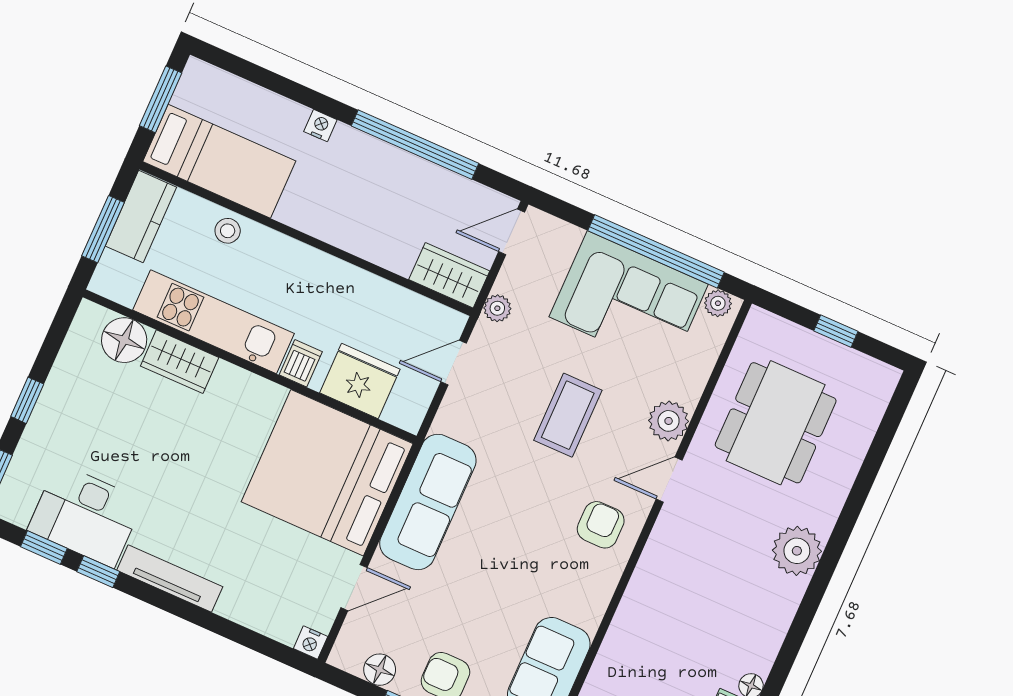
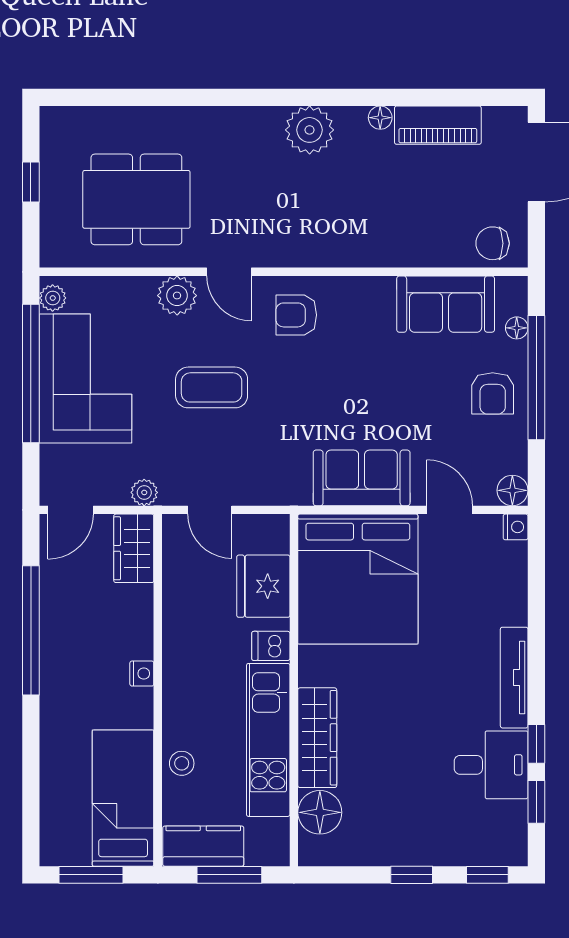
nightstand: (320, 126) -> (142, 674), moved, turned 180
door: (512, 232) -> (71, 510), hinge flipped
wardrobe: (180, 362) -> (317, 738), width x1.50
sofa: (428, 502) -> (362, 478), width x0.73
desk: (86, 515) -> (491, 765), width x0.73
plant: (797, 551) -> (310, 130), moved
floor lamp: (380, 670) -> (512, 490), moved

